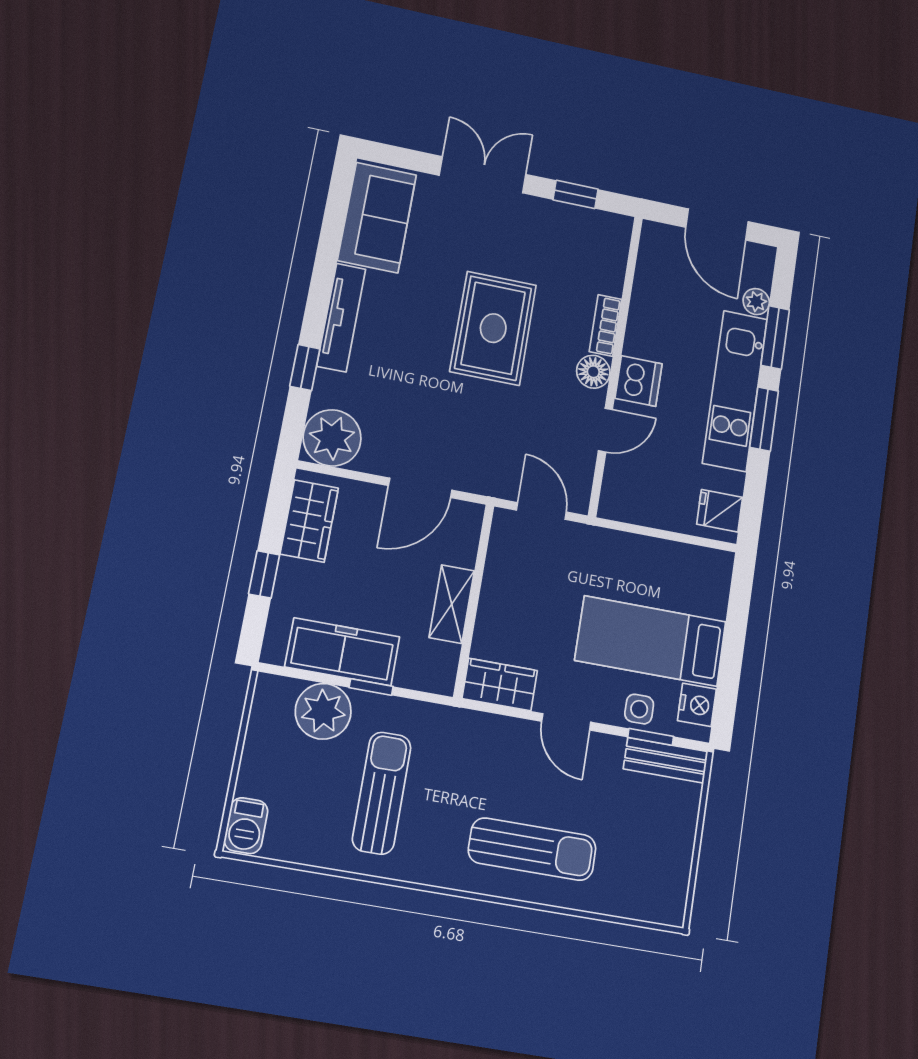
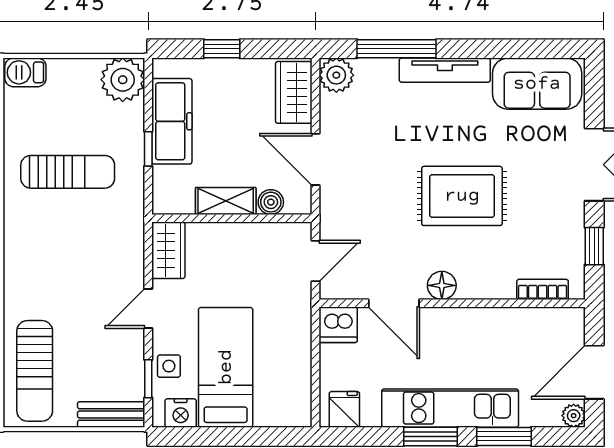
plant: (756, 302) -> (574, 416), moved
bookcase: (605, 325) -> (543, 289), moved
window: (305, 367) -> (397, 49), width x2.17
dishwasher: (639, 381) -> (338, 325), moved
door: (605, 430) -> (394, 303), width x1.38
plant: (332, 438) -> (336, 75), width x0.73, depth x0.73
wardrobe: (309, 521) -> (294, 92), moved, turned 90
boiler: (462, 550) -> (271, 202), added
plant: (323, 711) -> (123, 80), moved
bench: (666, 760) -> (111, 414), moved, turned 90
sun lounger: (532, 849) -> (35, 371), moved

